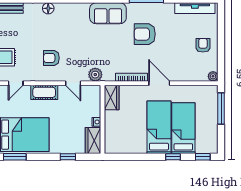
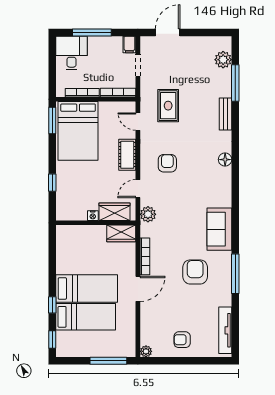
armchair: (203, 45) -> (182, 340), turned 180
wardrobe: (93, 141) -> (114, 212), moved

